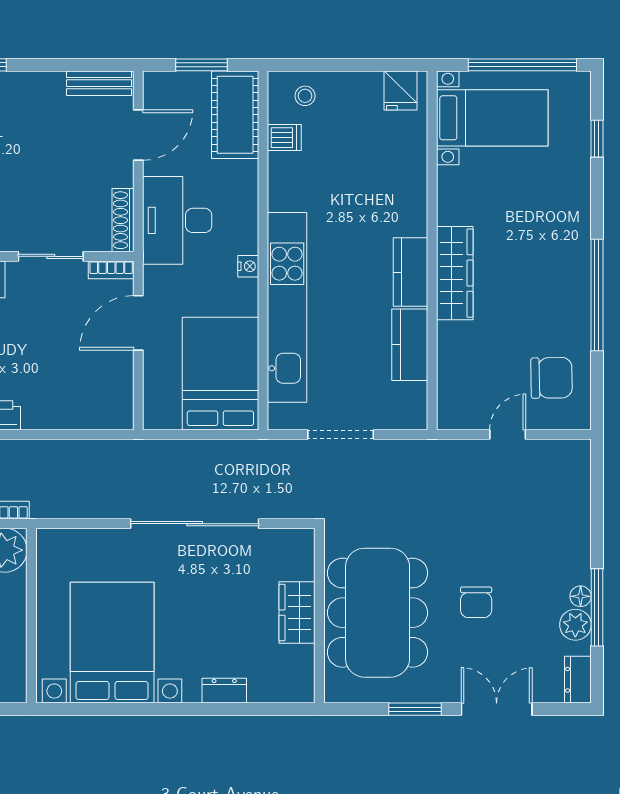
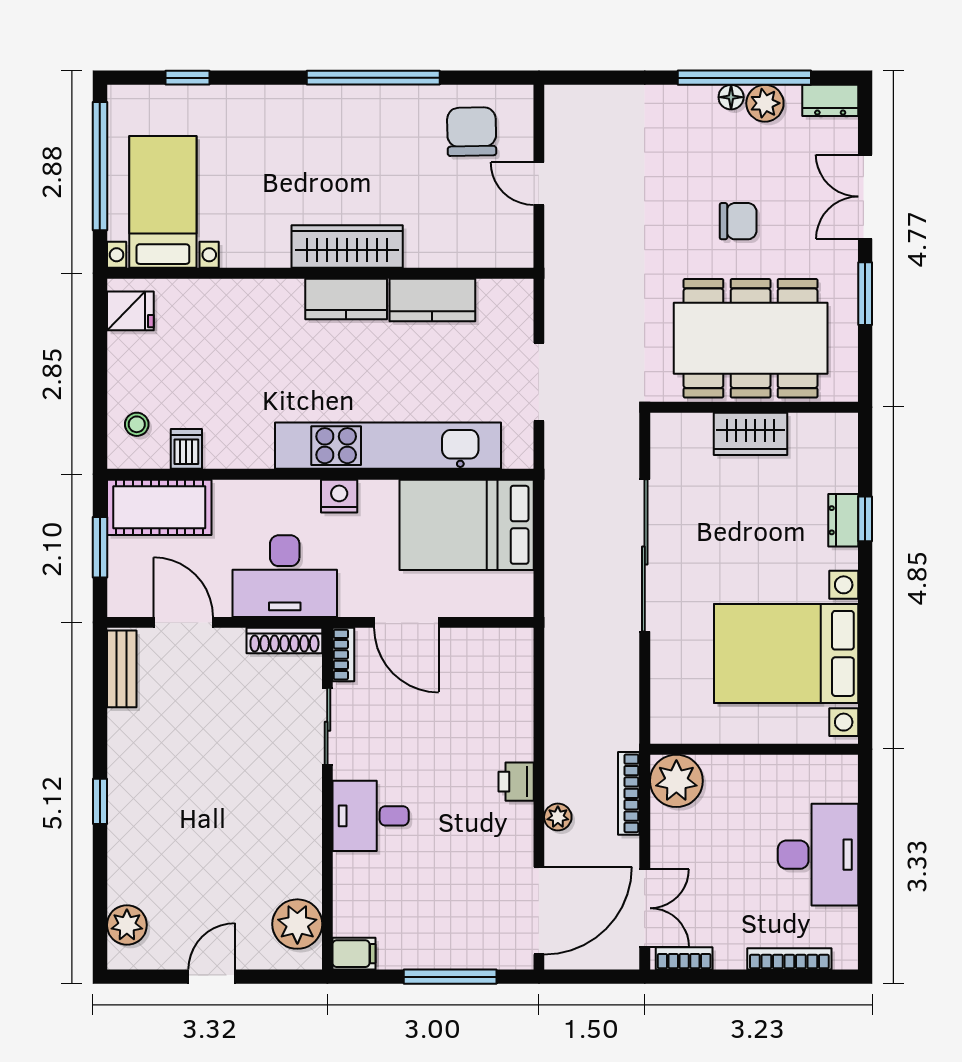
nightstand: (248, 266) -> (339, 496), width x1.39, depth x1.35
window: (597, 607) -> (744, 78), width x1.46
window: (225, 709) -> (865, 519), added

